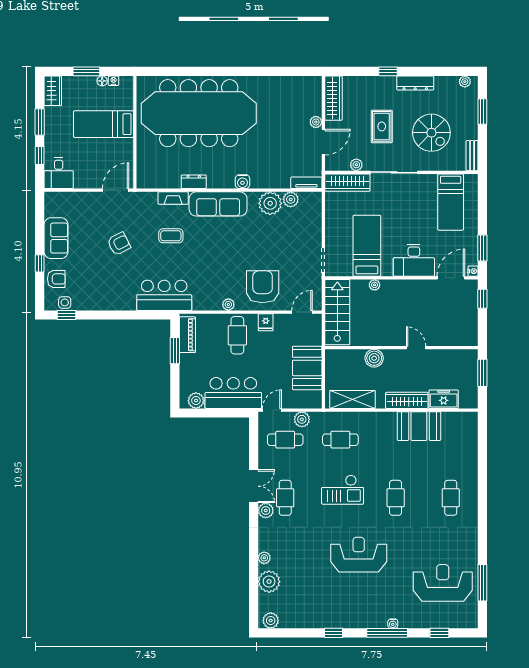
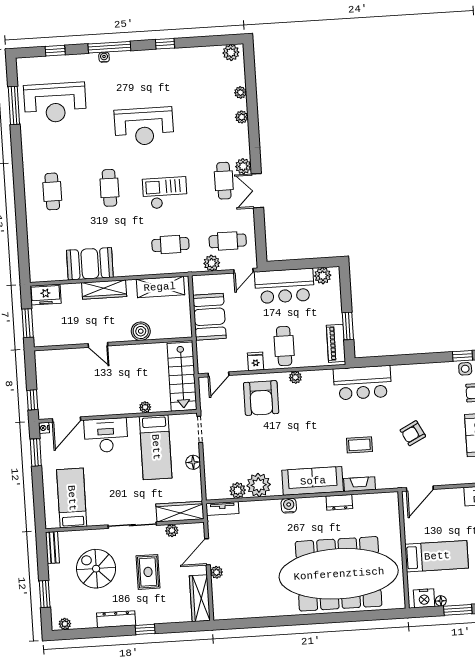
nightstand: (114, 81) -> (424, 598), width x1.89, depth x1.79
floor lamp: (332, 229) -> (193, 462), added
freezer: (444, 399) -> (46, 295), moved
plant: (269, 582) -> (240, 92), width x0.53, depth x0.53

